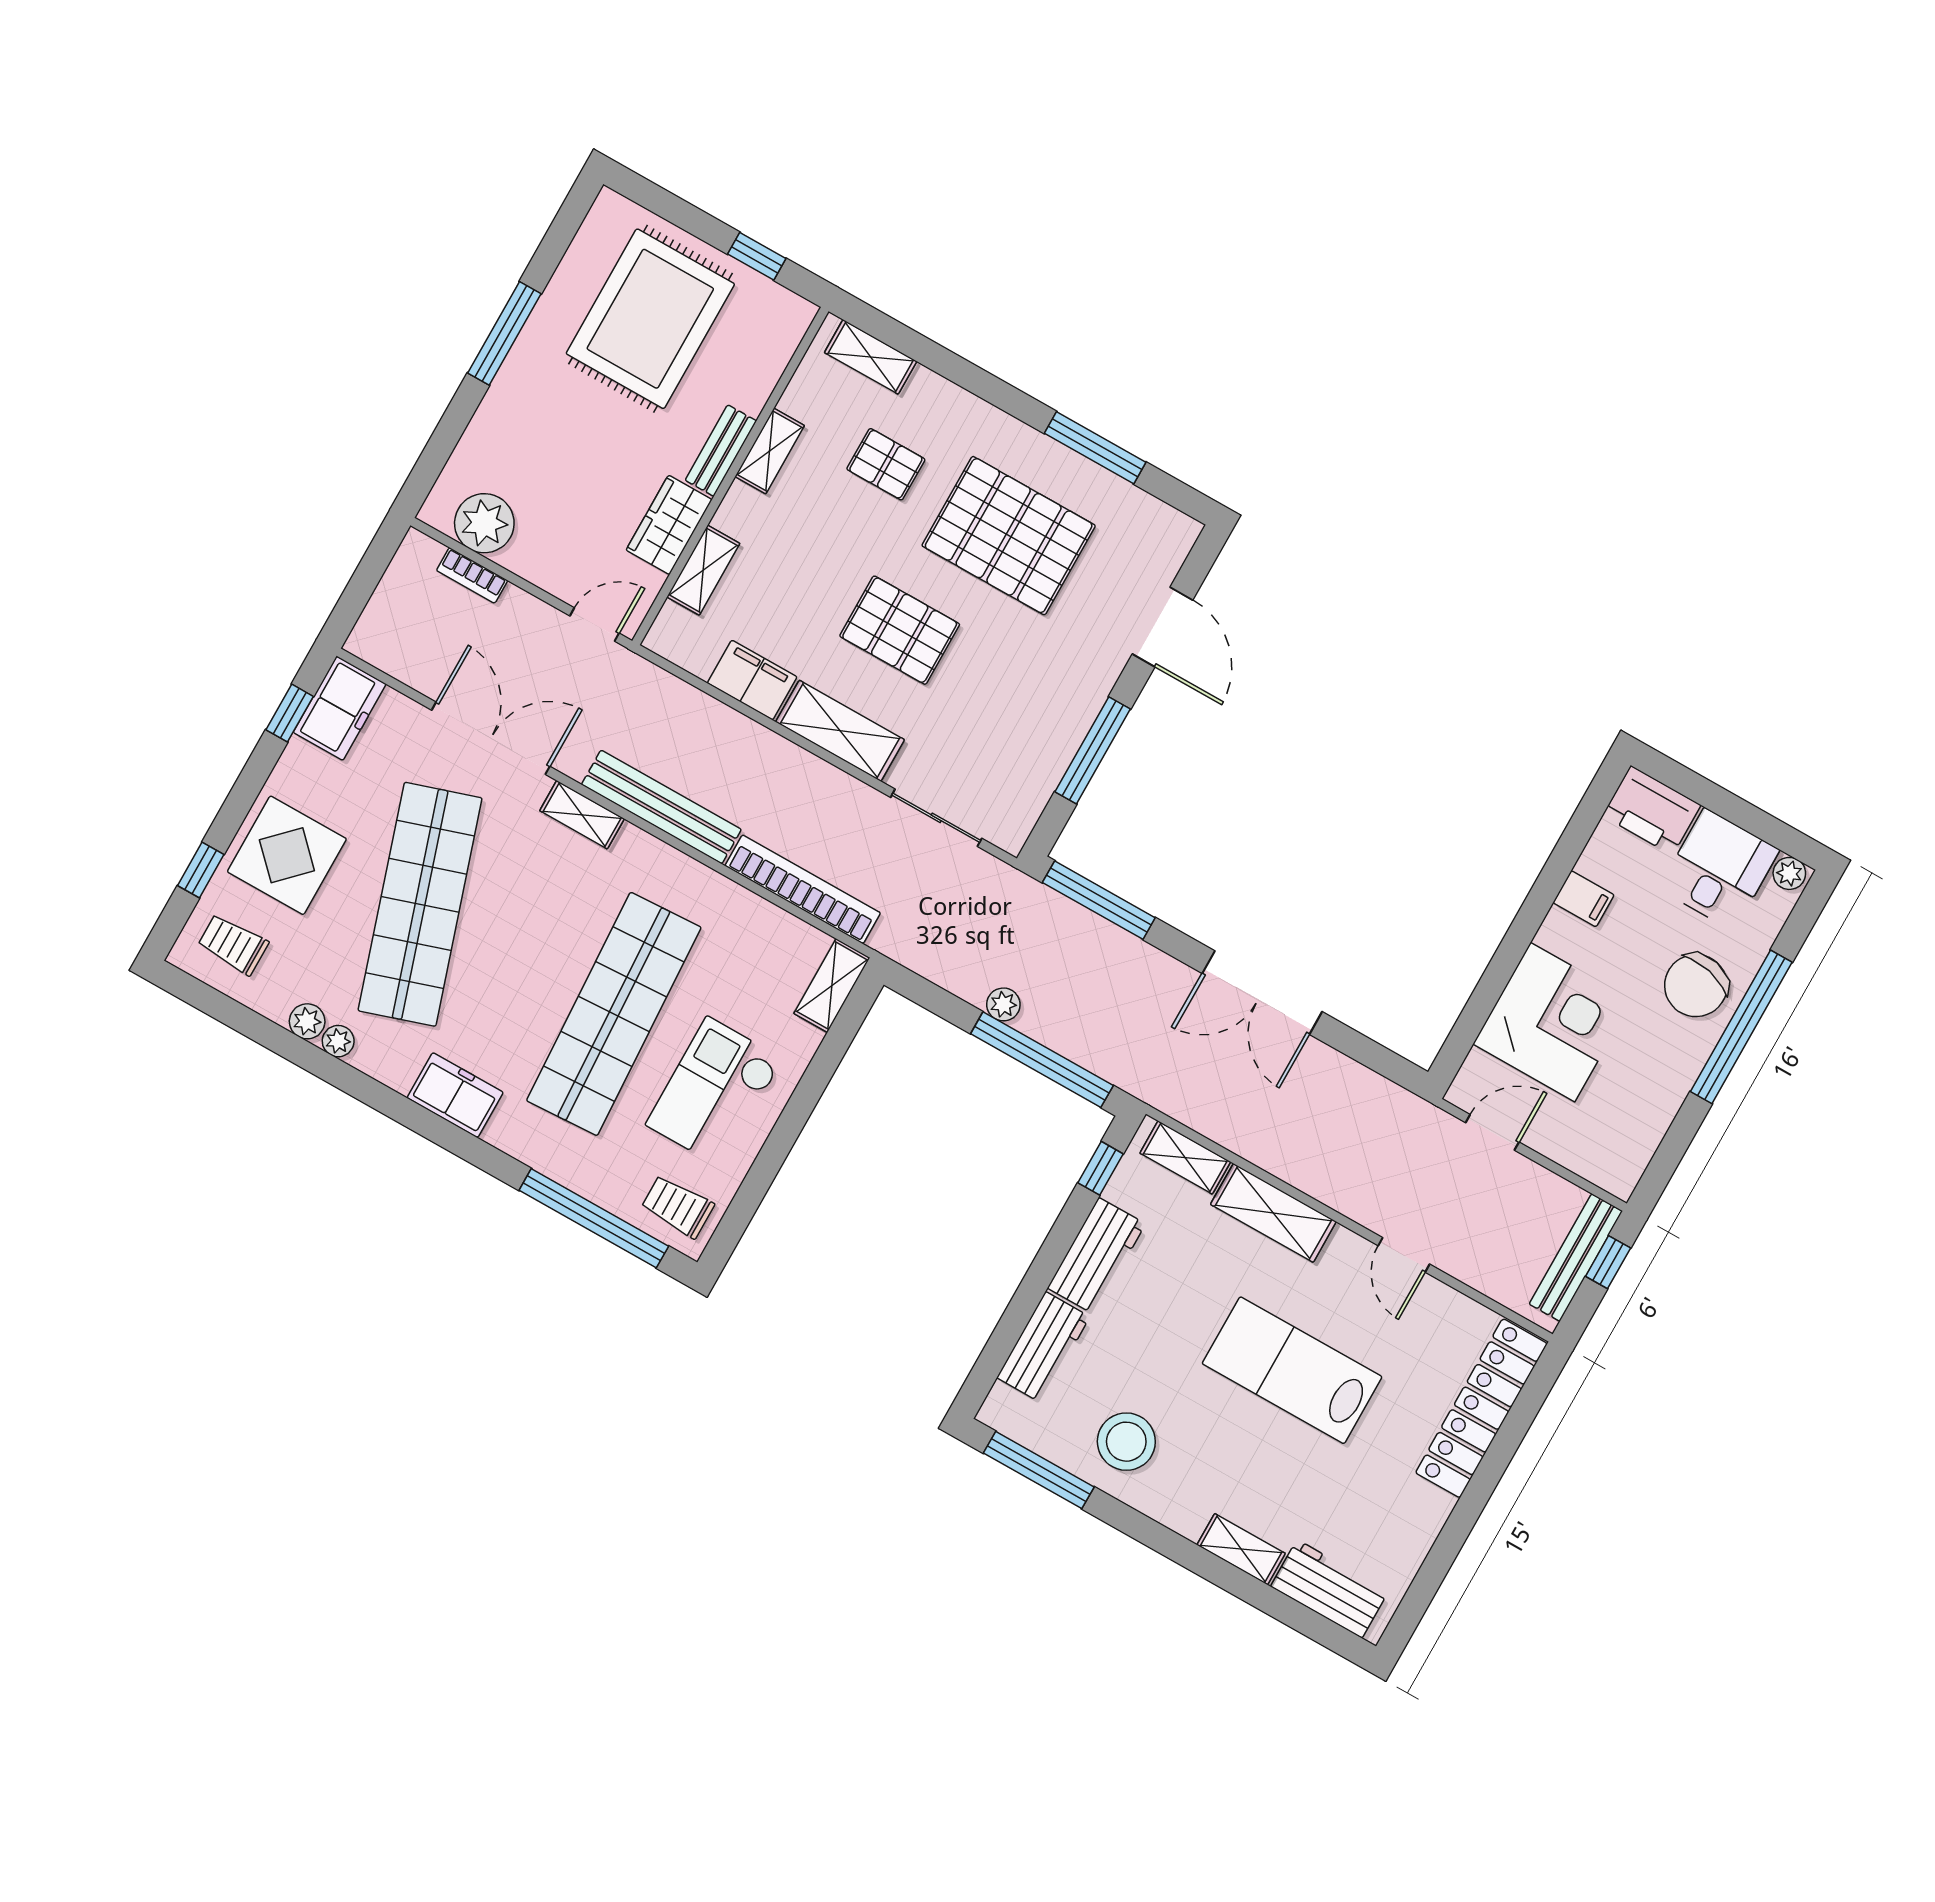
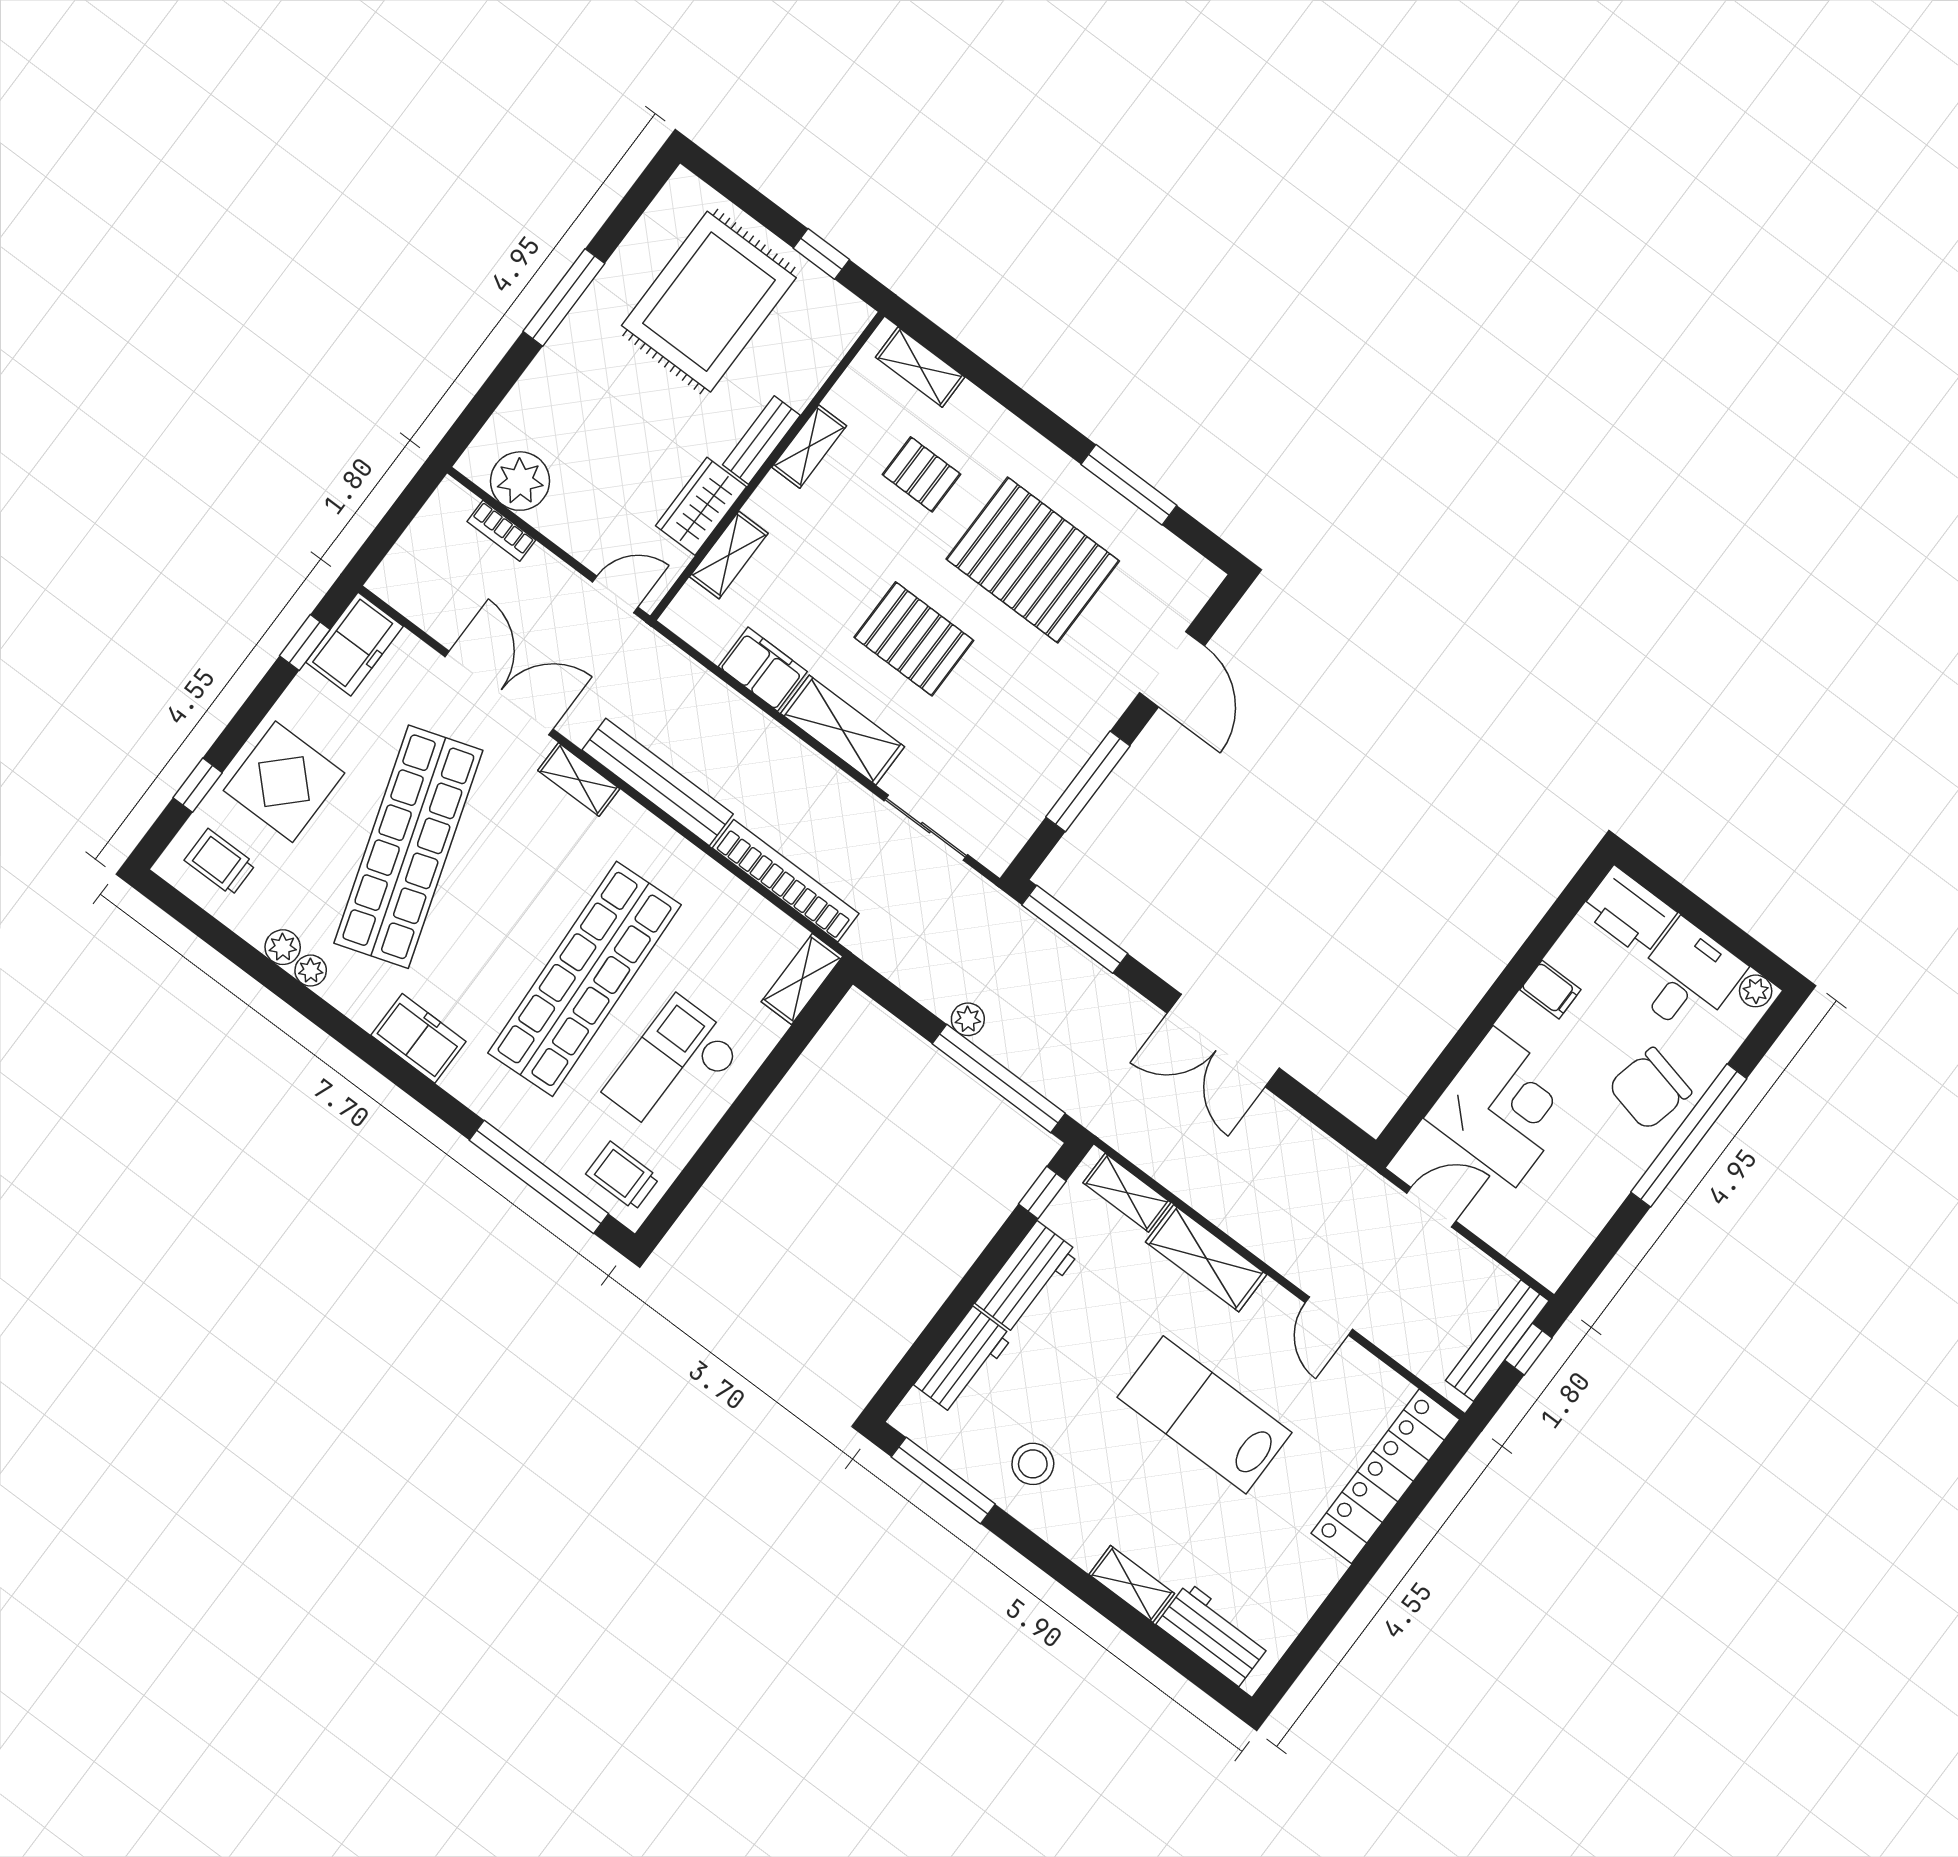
stool: (1126, 1442) -> (1033, 1464), width x0.73, depth x0.73

